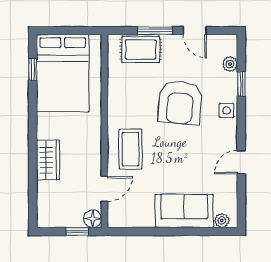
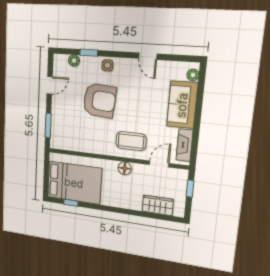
window: (155, 31) -> (48, 125), moved
rug: (141, 49) -> (61, 126), removed
wardrobe: (48, 160) -> (158, 205), moved
door: (104, 189) -> (159, 164), hinge flipped
floor lamp: (93, 219) -> (125, 168), moved
fireplace: (133, 219) -> (185, 145), added

